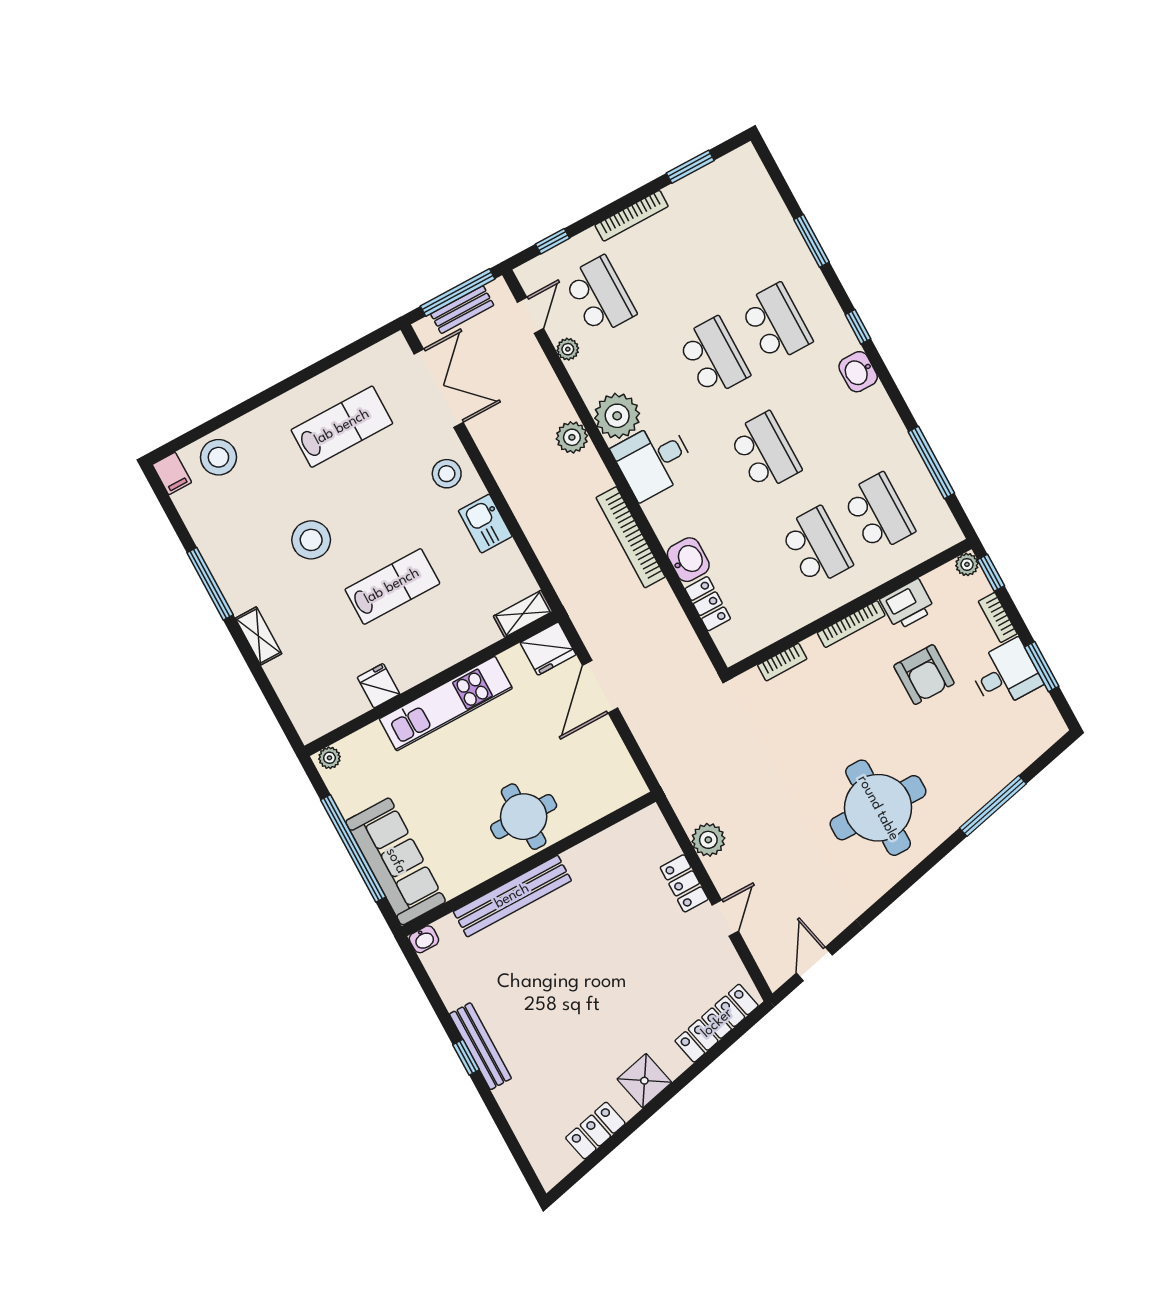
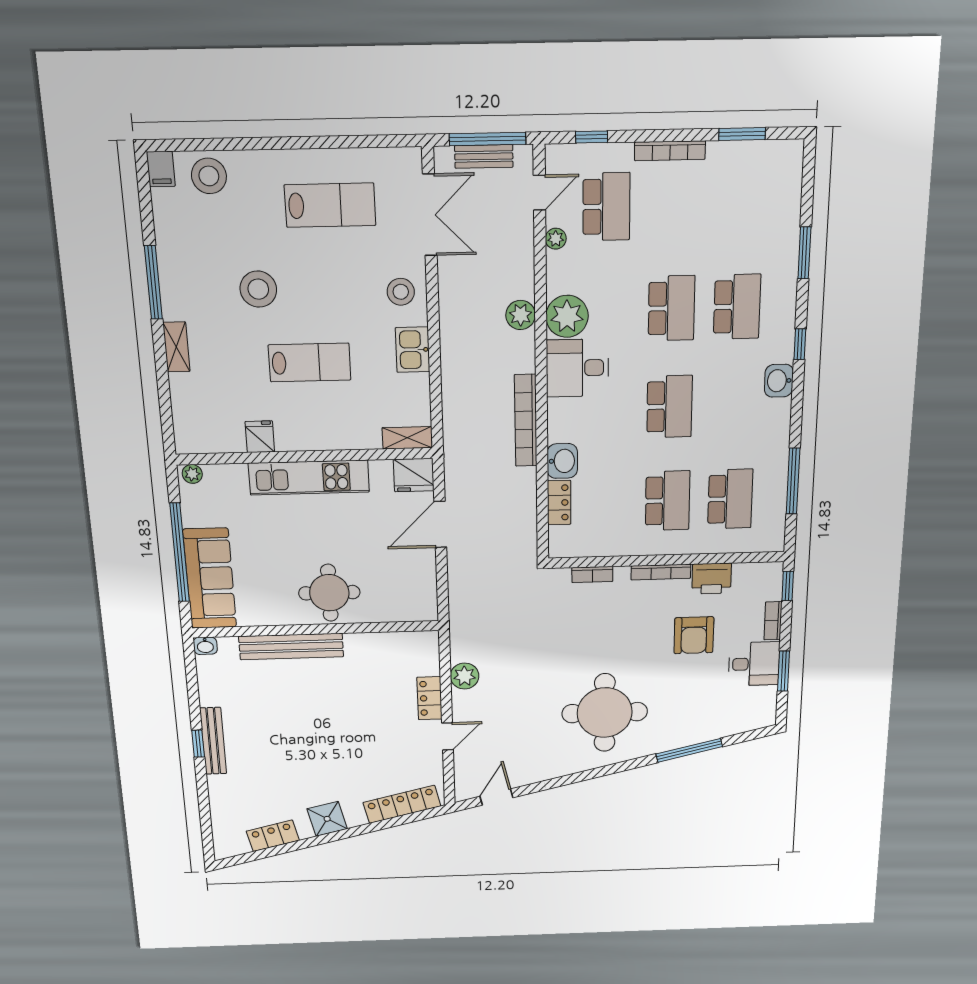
plant: (967, 564) -> (774, 571), removed

